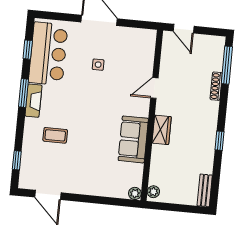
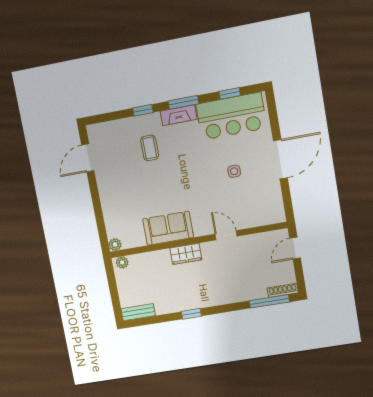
shoe rack: (216, 86) -> (283, 290), moved
window: (17, 160) -> (143, 110), moved

